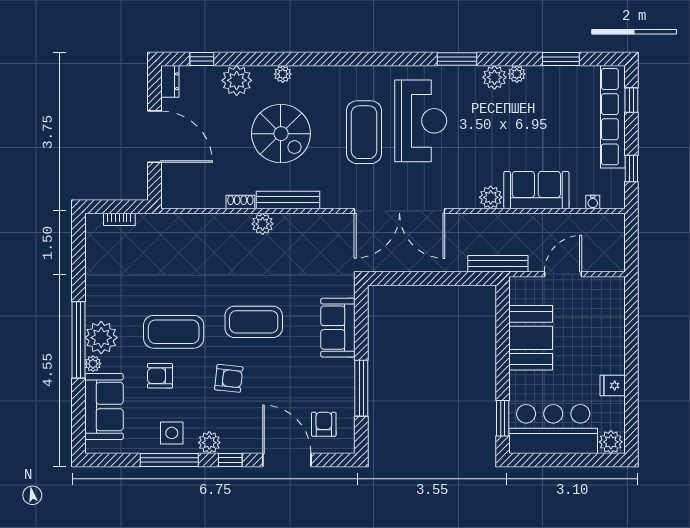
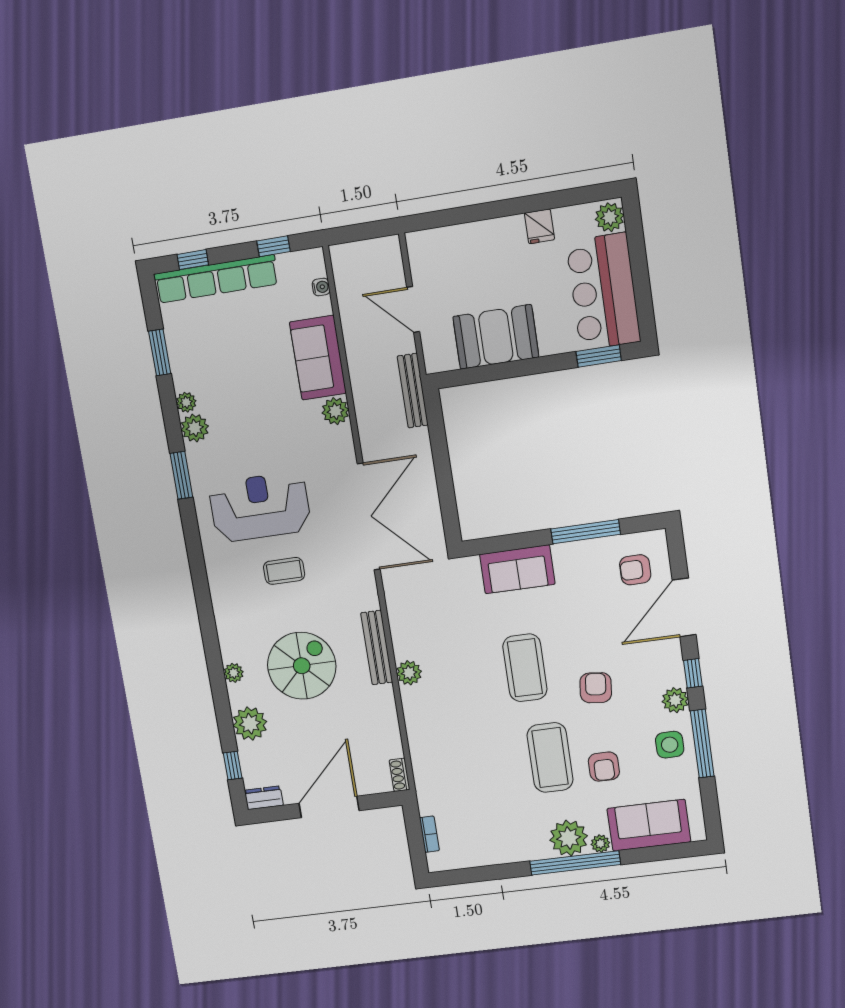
coffee table: (364, 132) -> (284, 571), width x0.54, depth x0.58
shoe rack: (240, 202) -> (400, 775), moved

